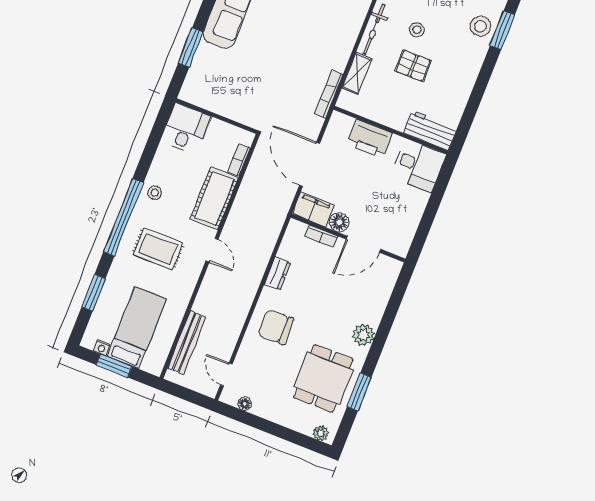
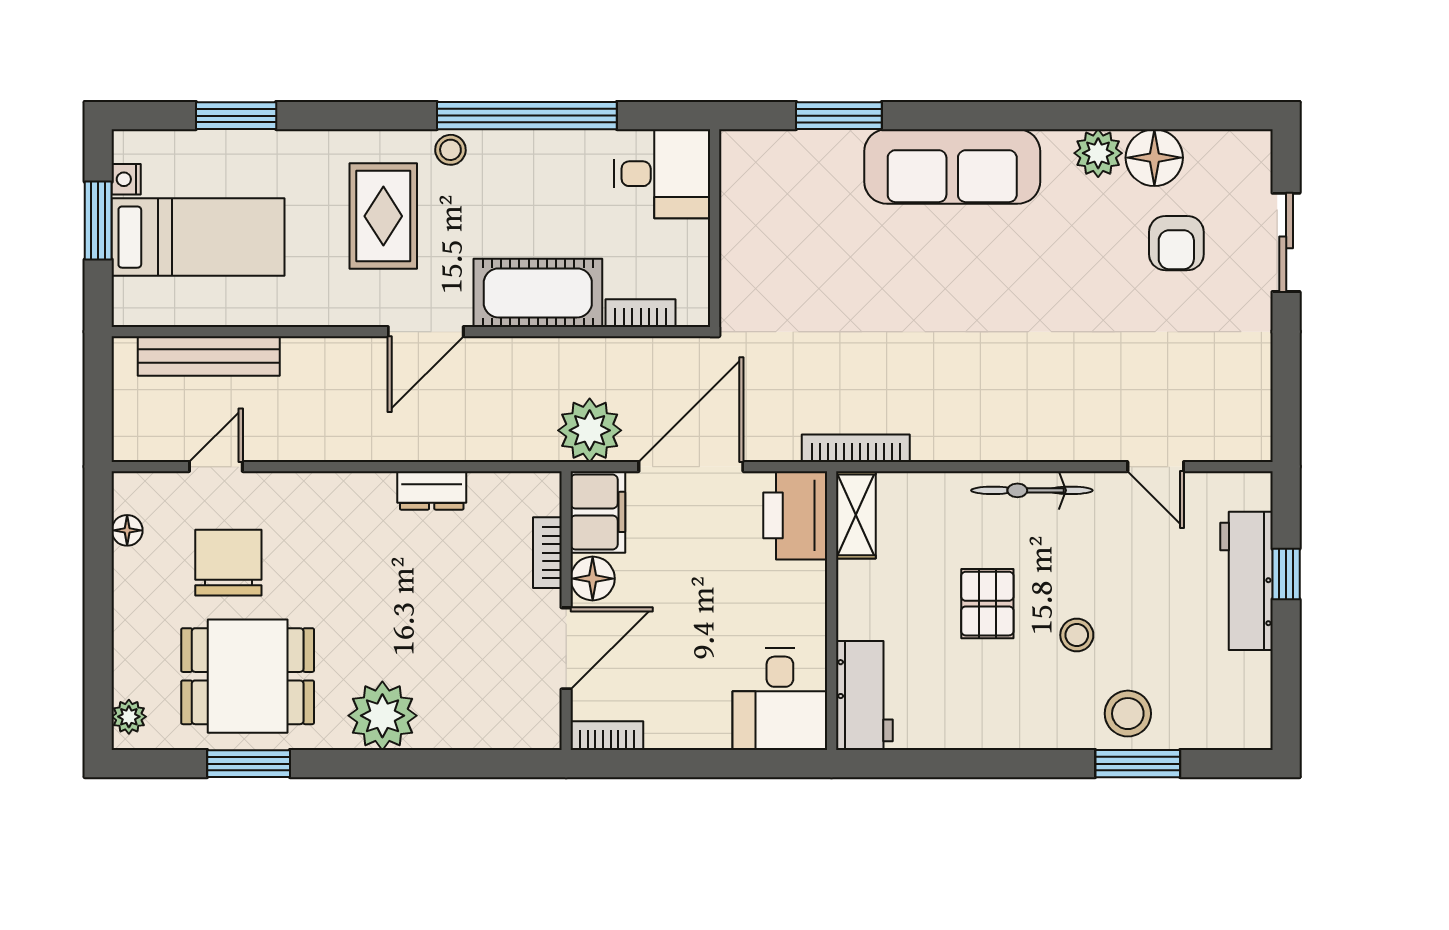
stool: (417, 30) -> (1077, 635), moved
shelving: (357, 73) -> (856, 515), moved, turned 90
printer: (370, 139) -> (795, 515), moved
stool: (155, 193) -> (450, 150), moved
plant: (278, 200) -> (590, 430), added
window: (123, 217) -> (527, 116), moved
bookcase: (405, 242) -> (607, 736), added
door: (363, 244) -> (566, 648), swing flipped
door: (212, 250) -> (426, 332), width x1.38
chair: (276, 327) -> (228, 563), moved
plant: (364, 335) -> (382, 716), width x1.36, depth x1.36
door: (226, 375) -> (216, 467), moved

